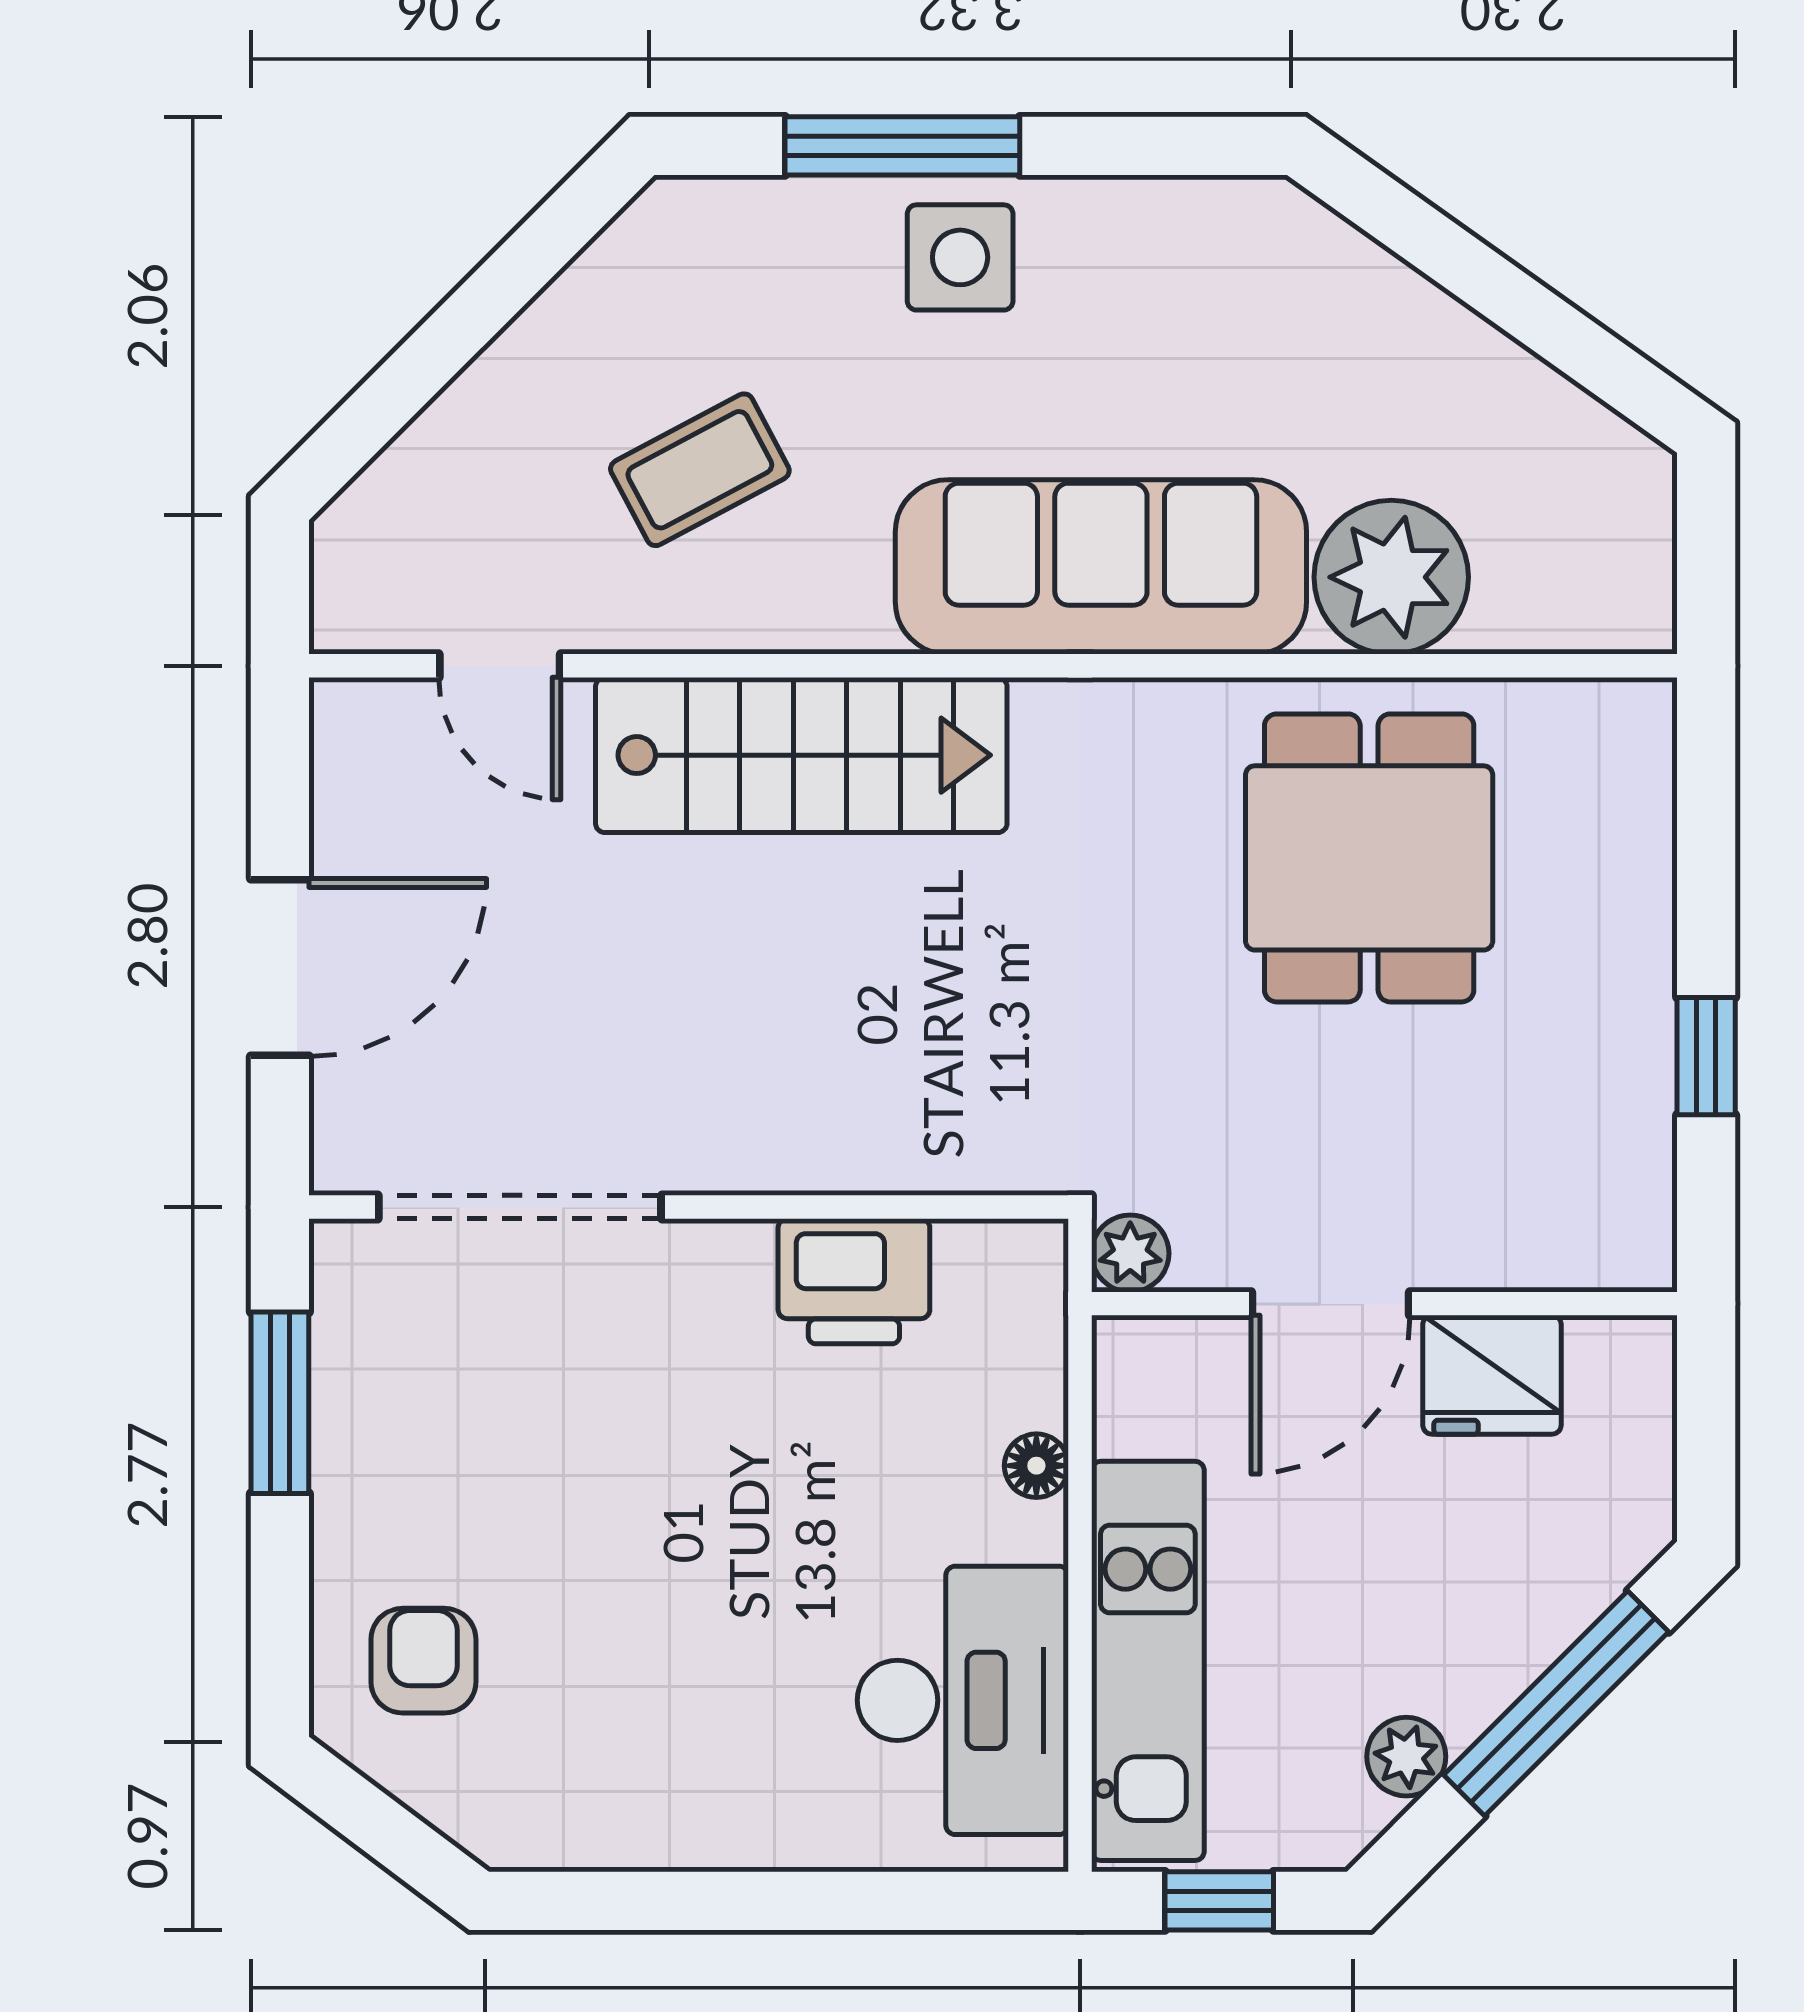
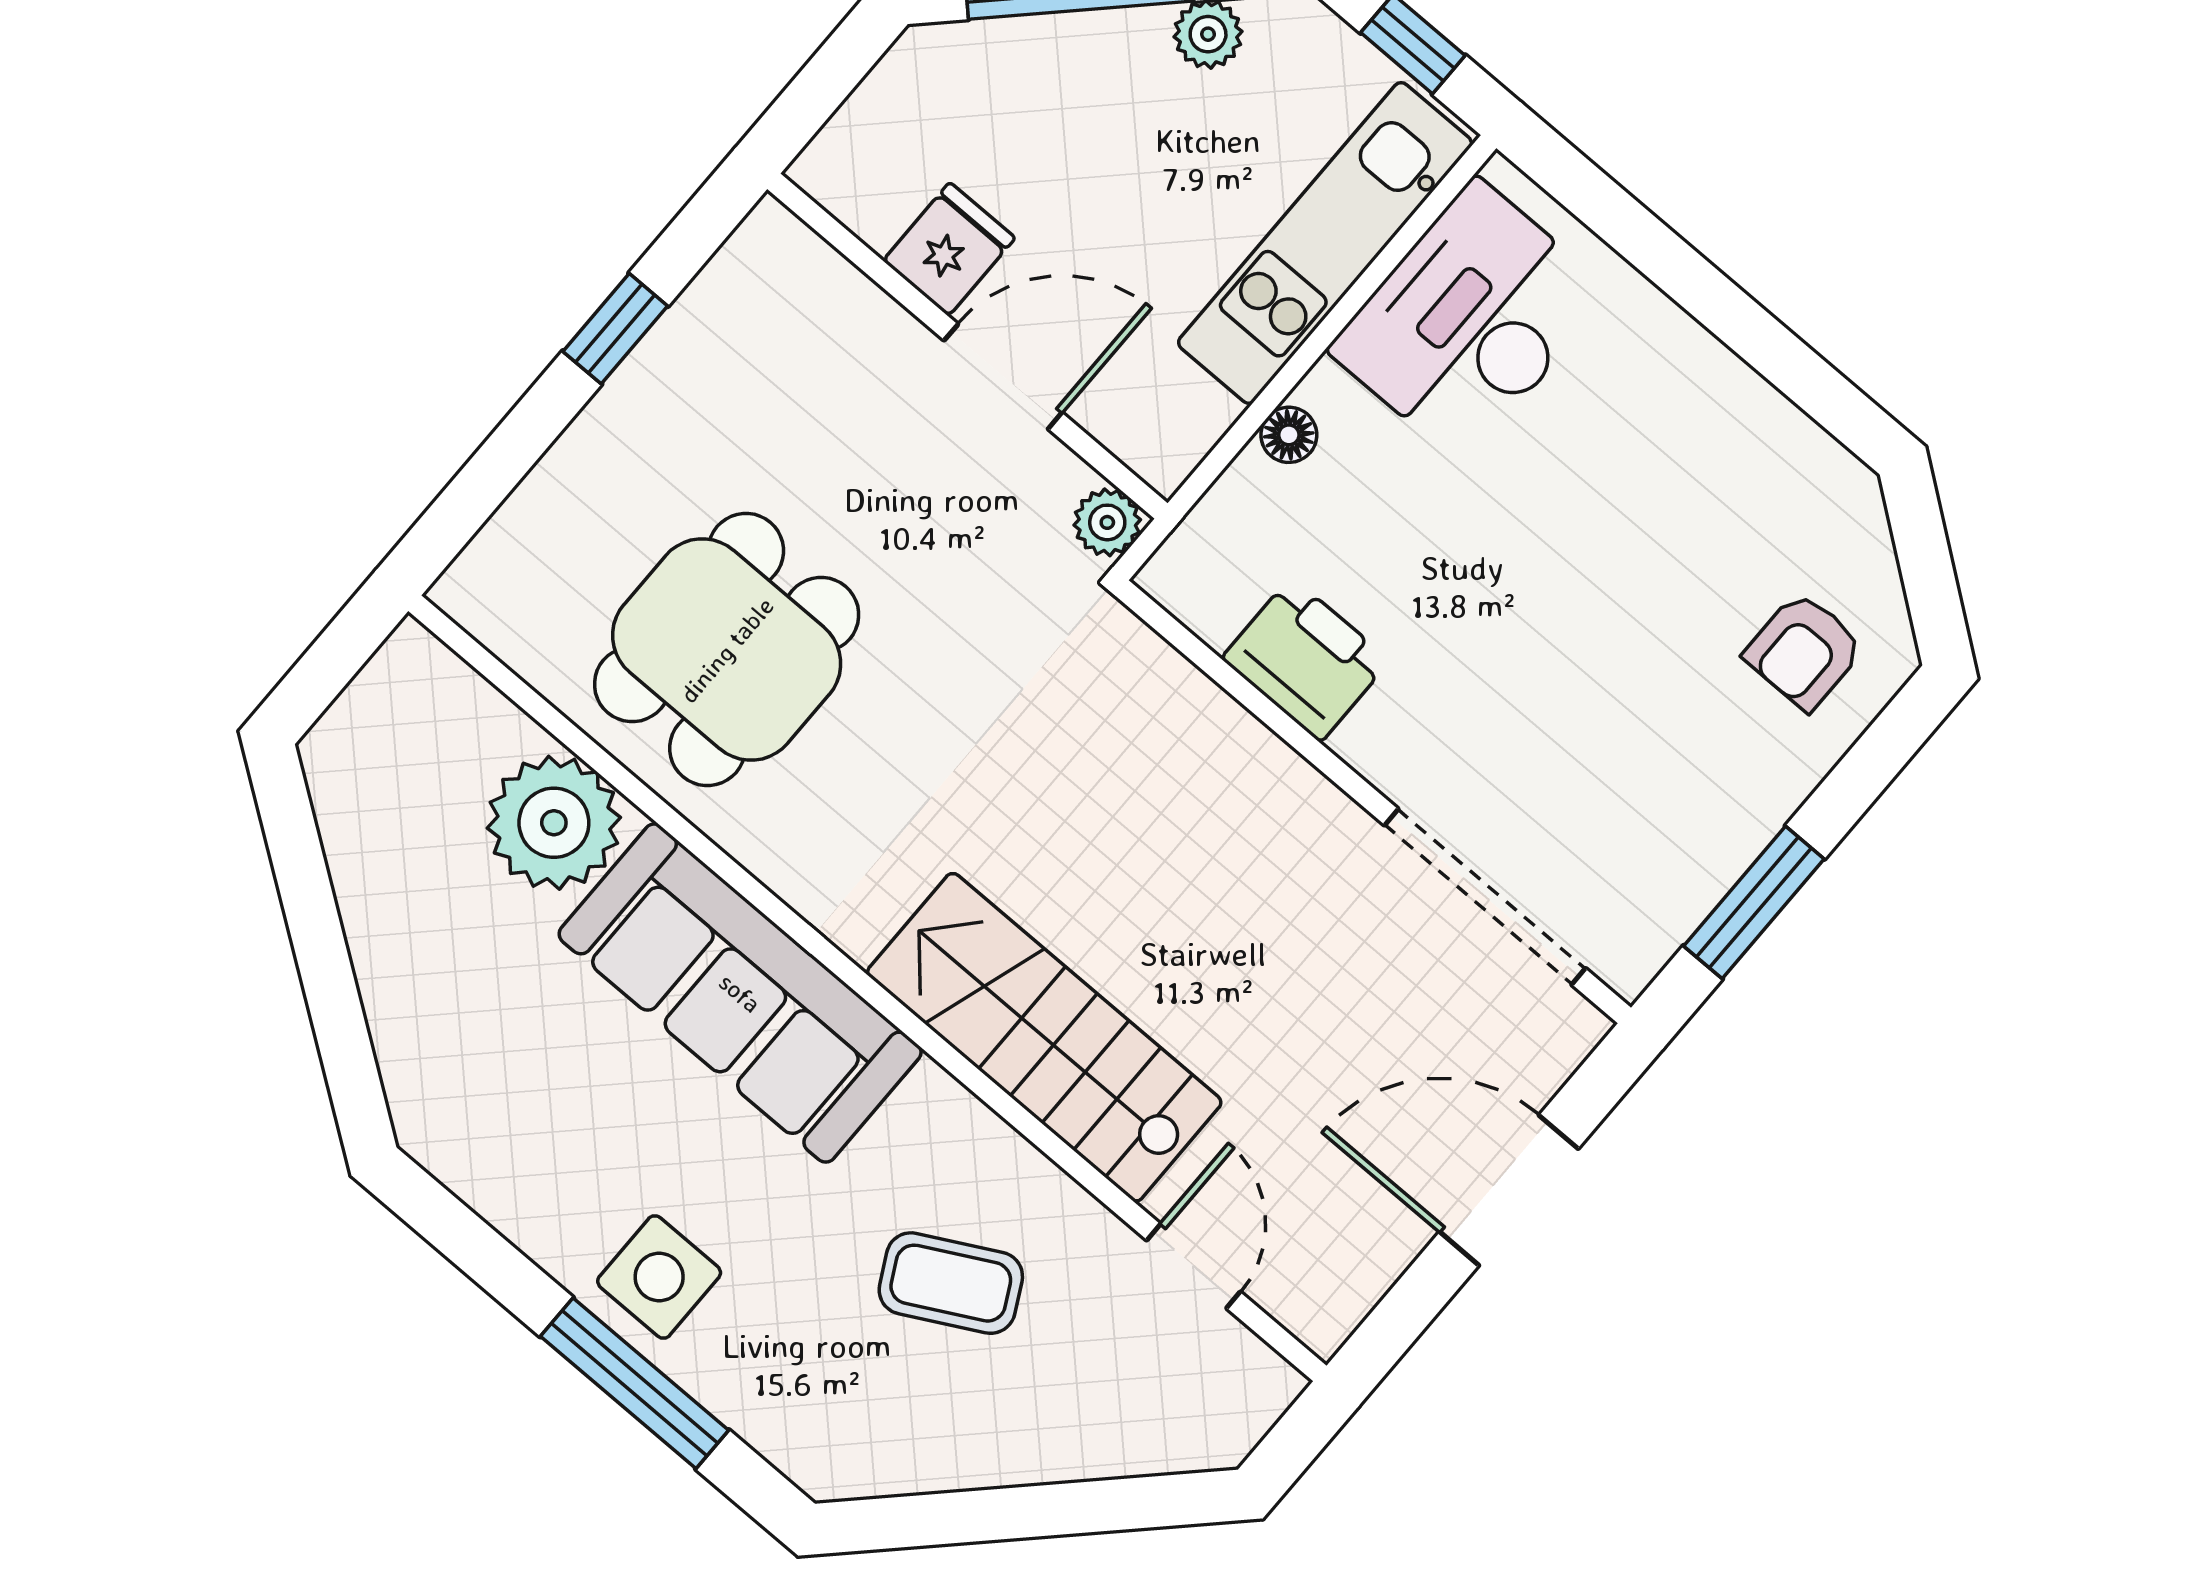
fridge: (1492, 1375) -> (949, 249), width x0.72

